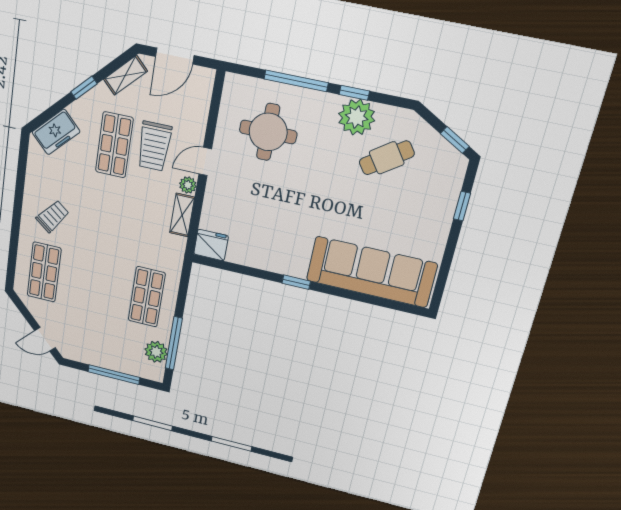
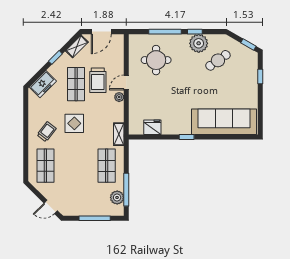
display table: (102, 213) -> (74, 123), added
shelving: (182, 215) -> (119, 134), moved
fridge: (211, 245) -> (152, 127), moved

